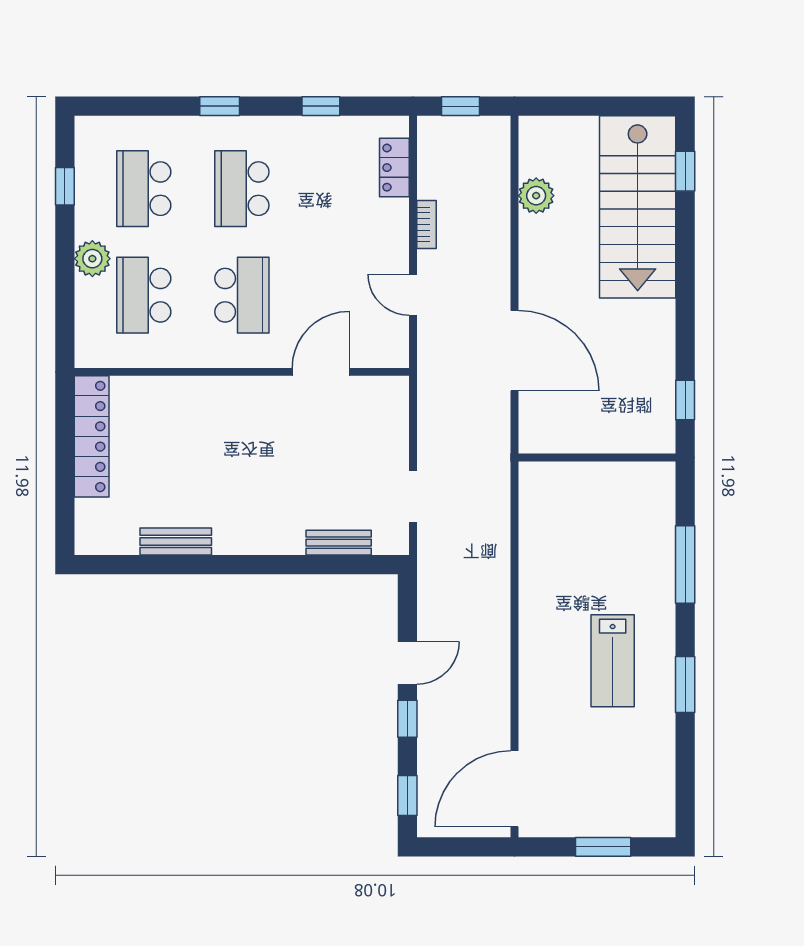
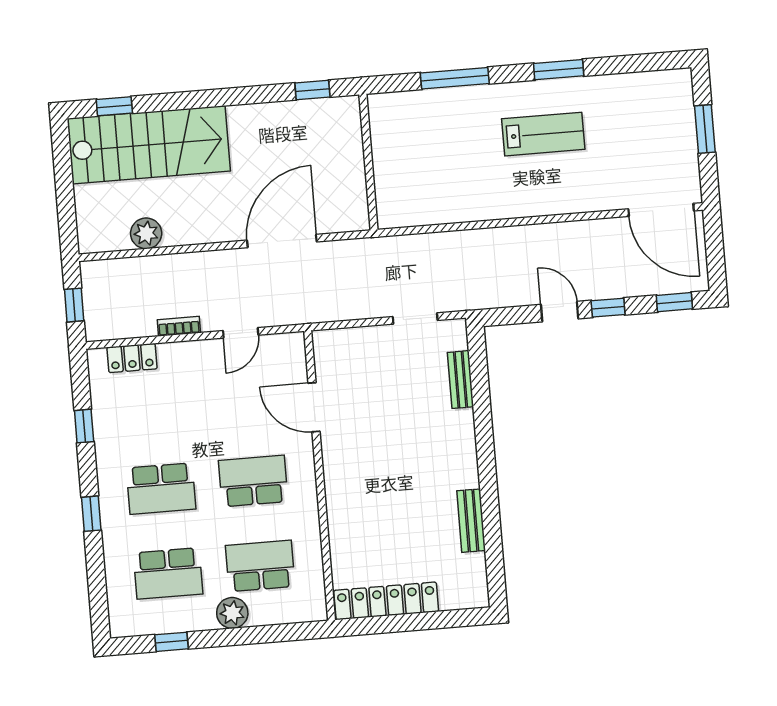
school desk: (144, 295) -> (260, 566), turned 180

